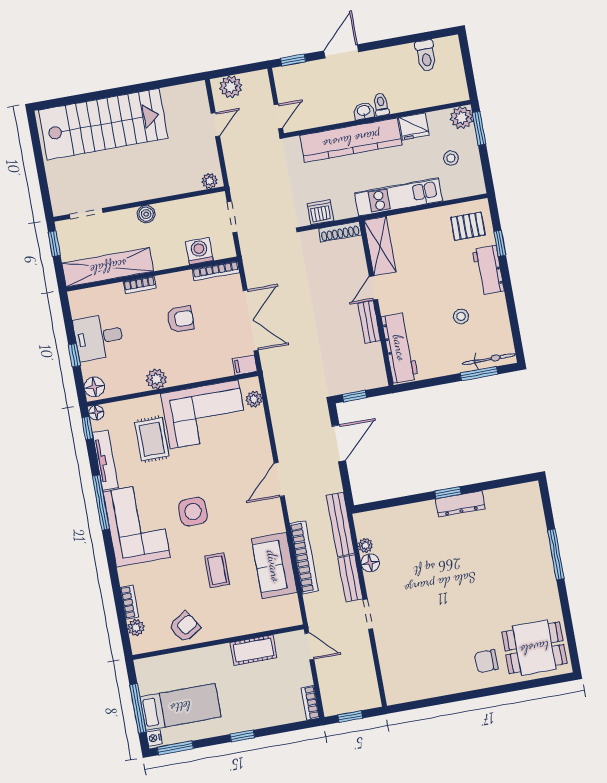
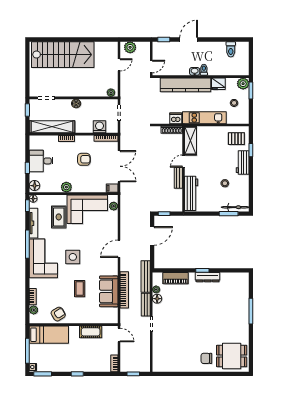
dishwasher: (320, 212) -> (176, 118), moved
piano: (399, 517) -> (175, 278), added
bed: (180, 707) -> (49, 335), moved

